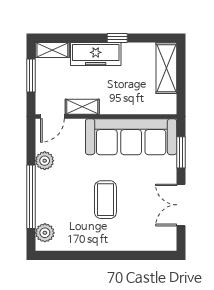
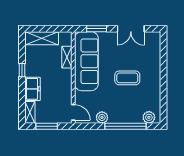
freezer: (96, 54) -> (33, 89), width x0.71
shelving: (82, 107) -> (67, 57), moved

